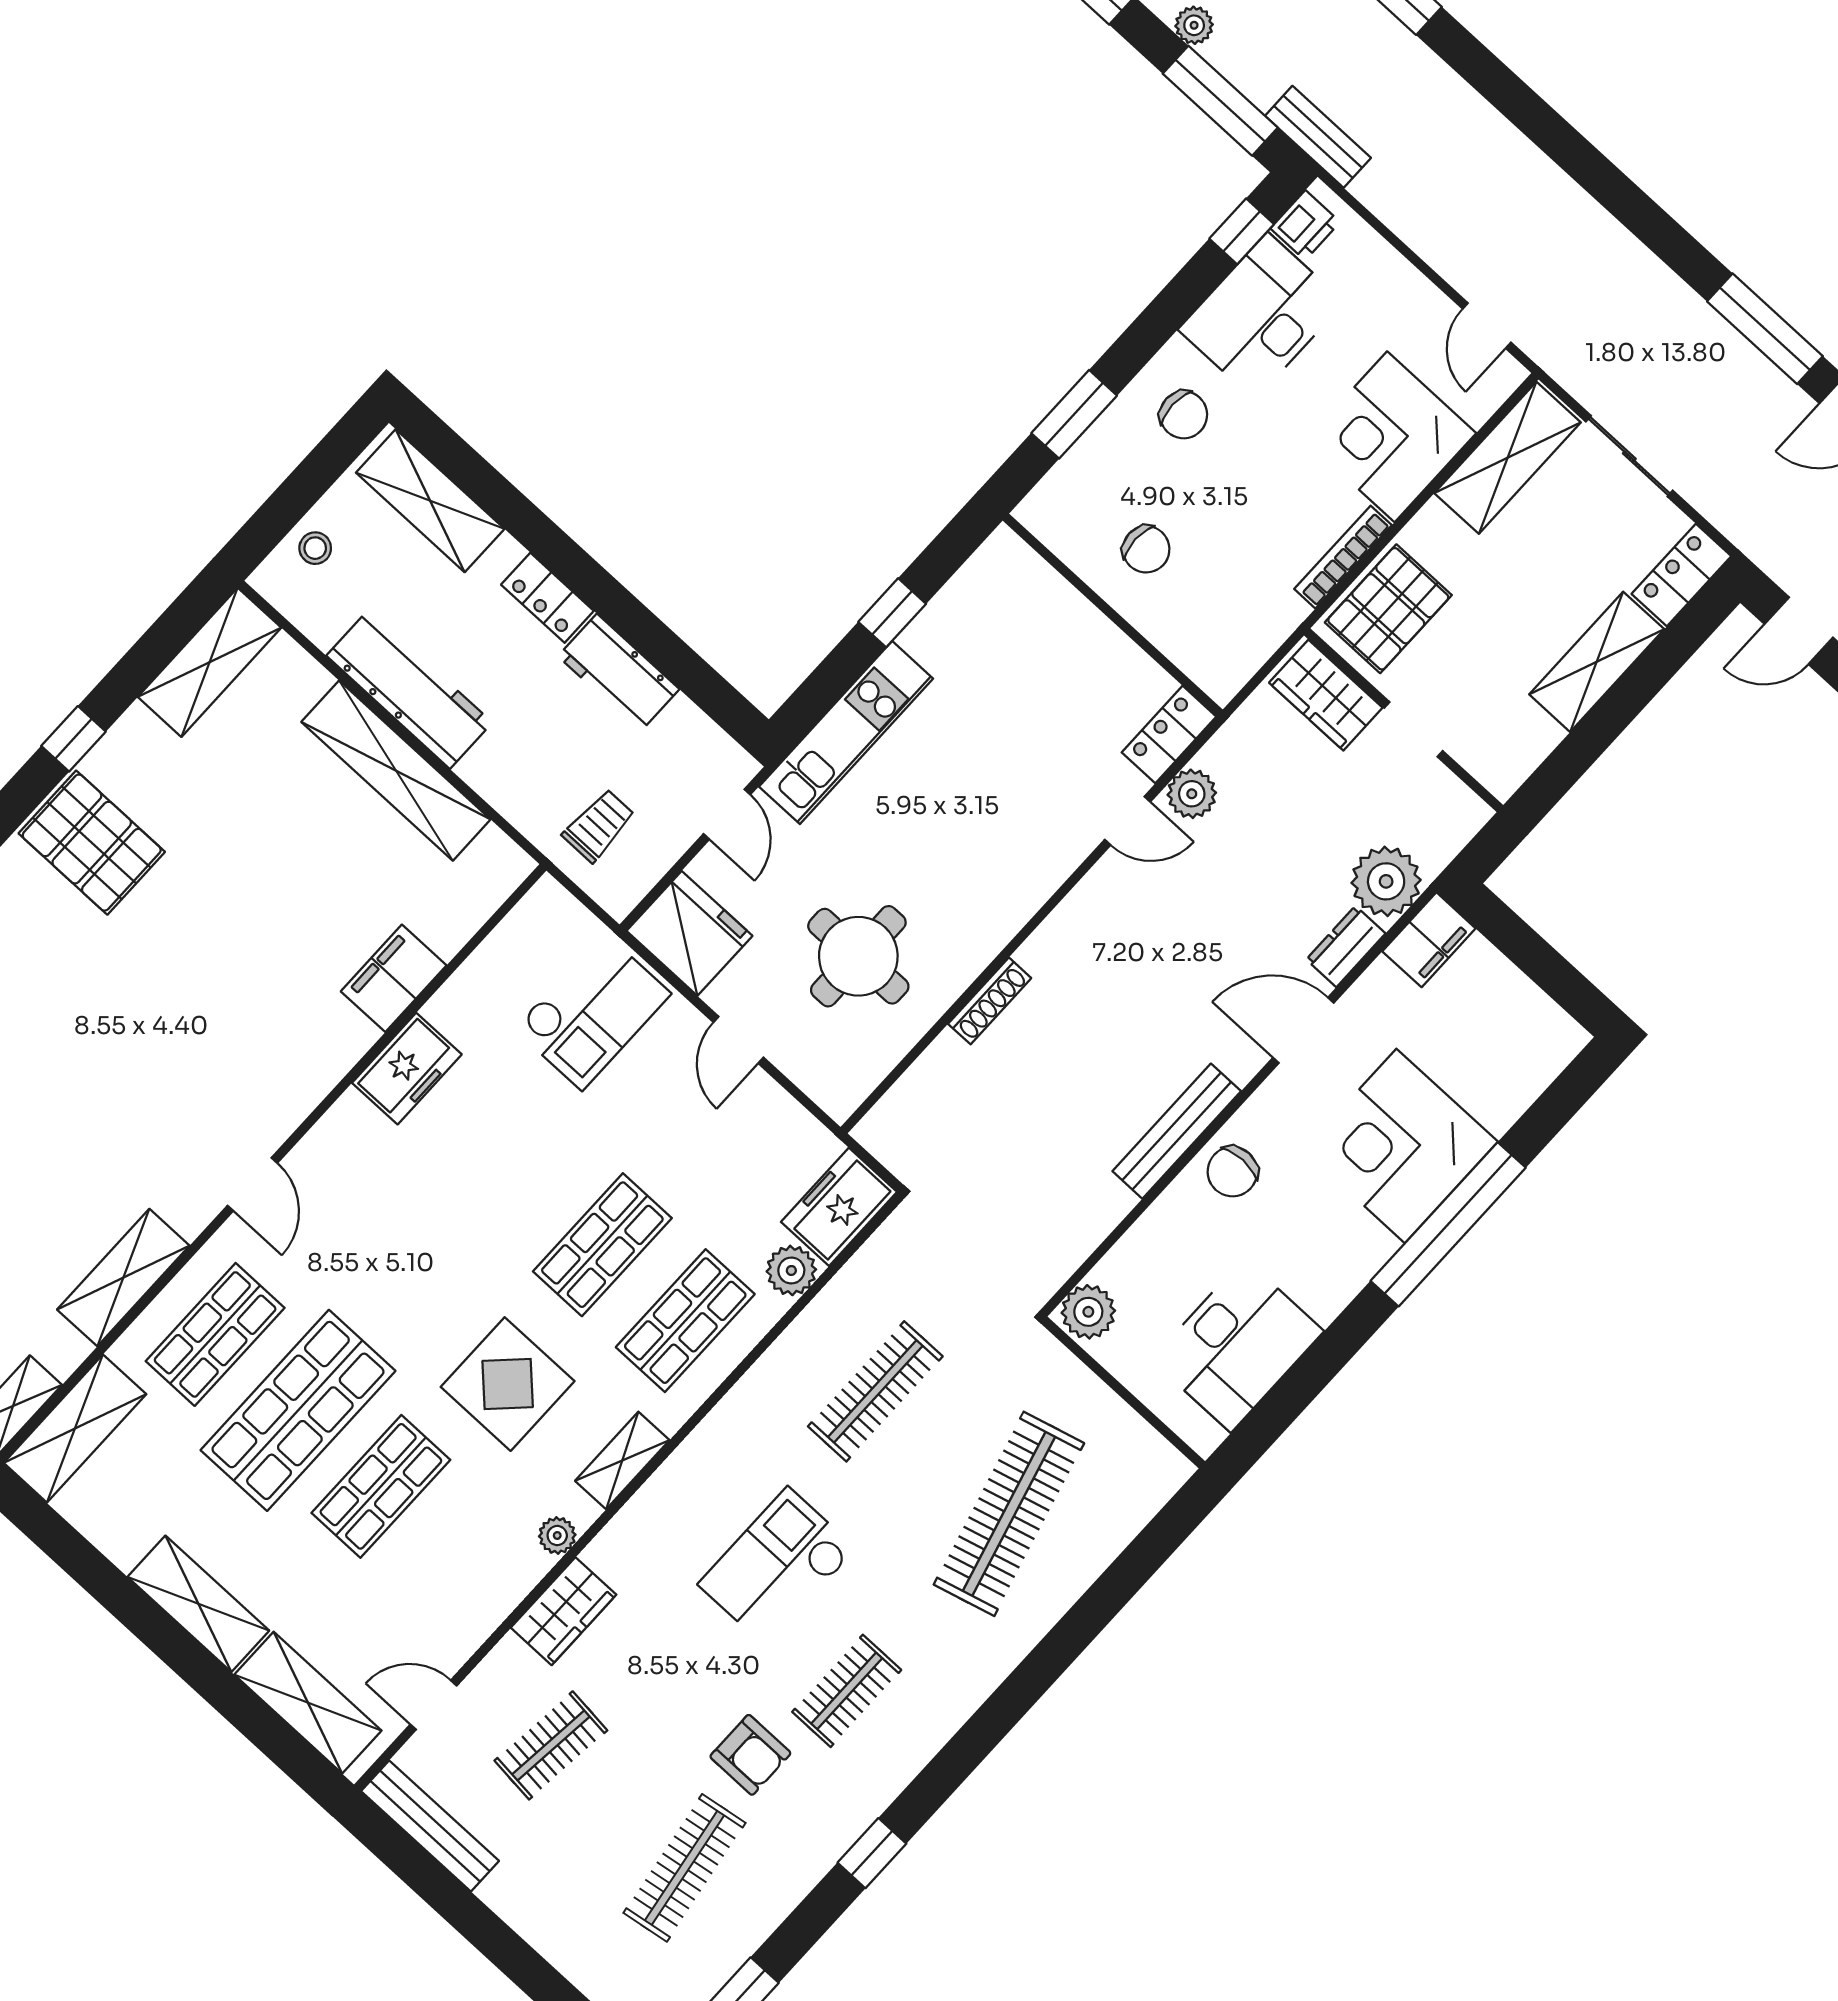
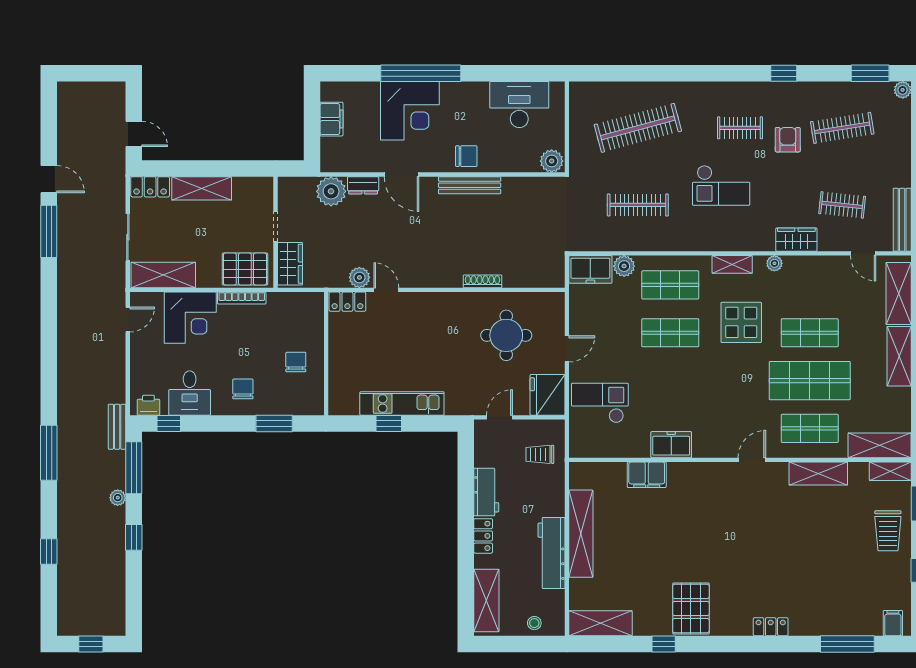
desk: (1261, 316) -> (190, 393), width x0.73
kitchen unit: (846, 733) -> (402, 404), moved
filing cabinet: (1429, 940) -> (331, 119), moved, turned 90

